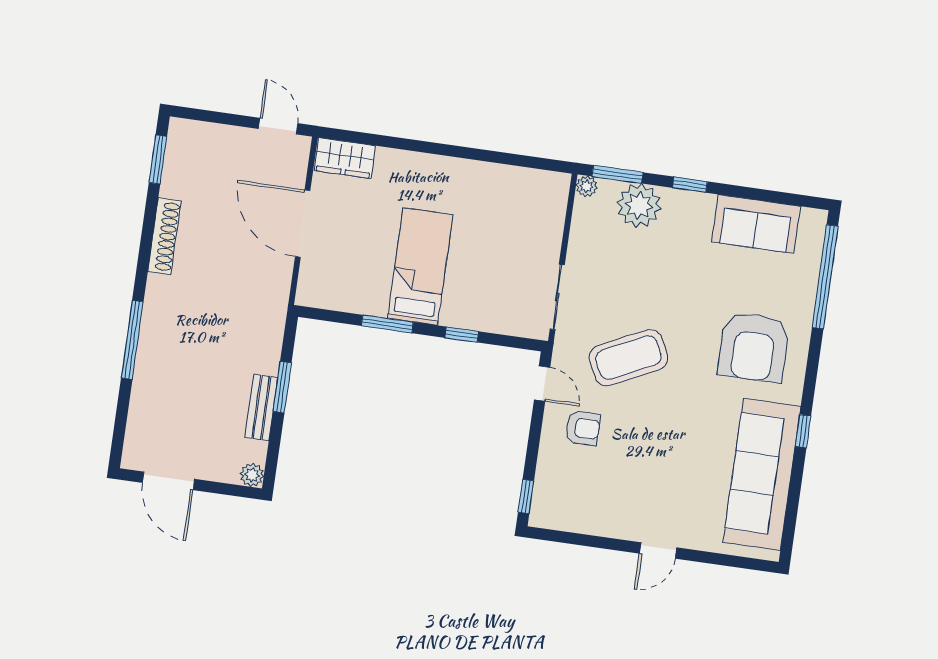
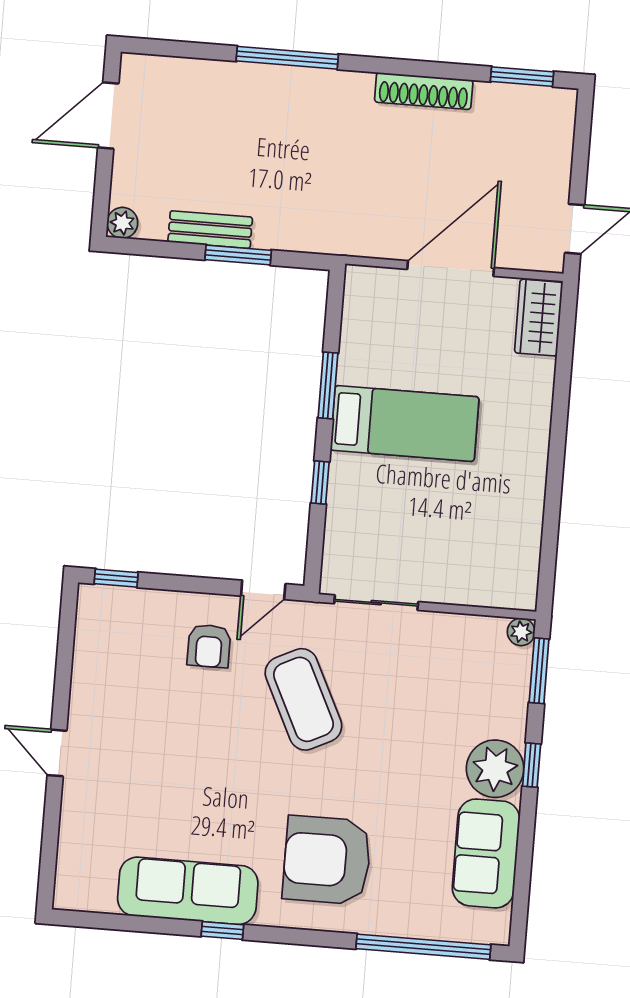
plant: (639, 206) -> (495, 769), moved
sofa: (762, 474) -> (188, 891), width x0.74, depth x0.79

